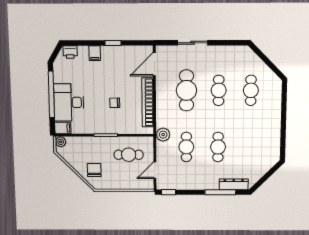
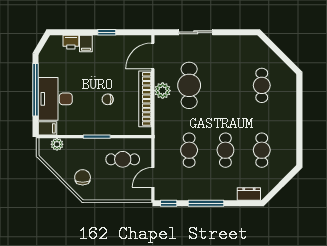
printer: (70, 52) -> (71, 42), moved
cafe table: (219, 90) -> (262, 150), moved
plant: (163, 135) -> (163, 91), moved
plant: (61, 142) -> (57, 144), moved
dresser: (234, 184) -> (249, 194), width x0.70
window: (220, 192) -> (206, 203), moved

